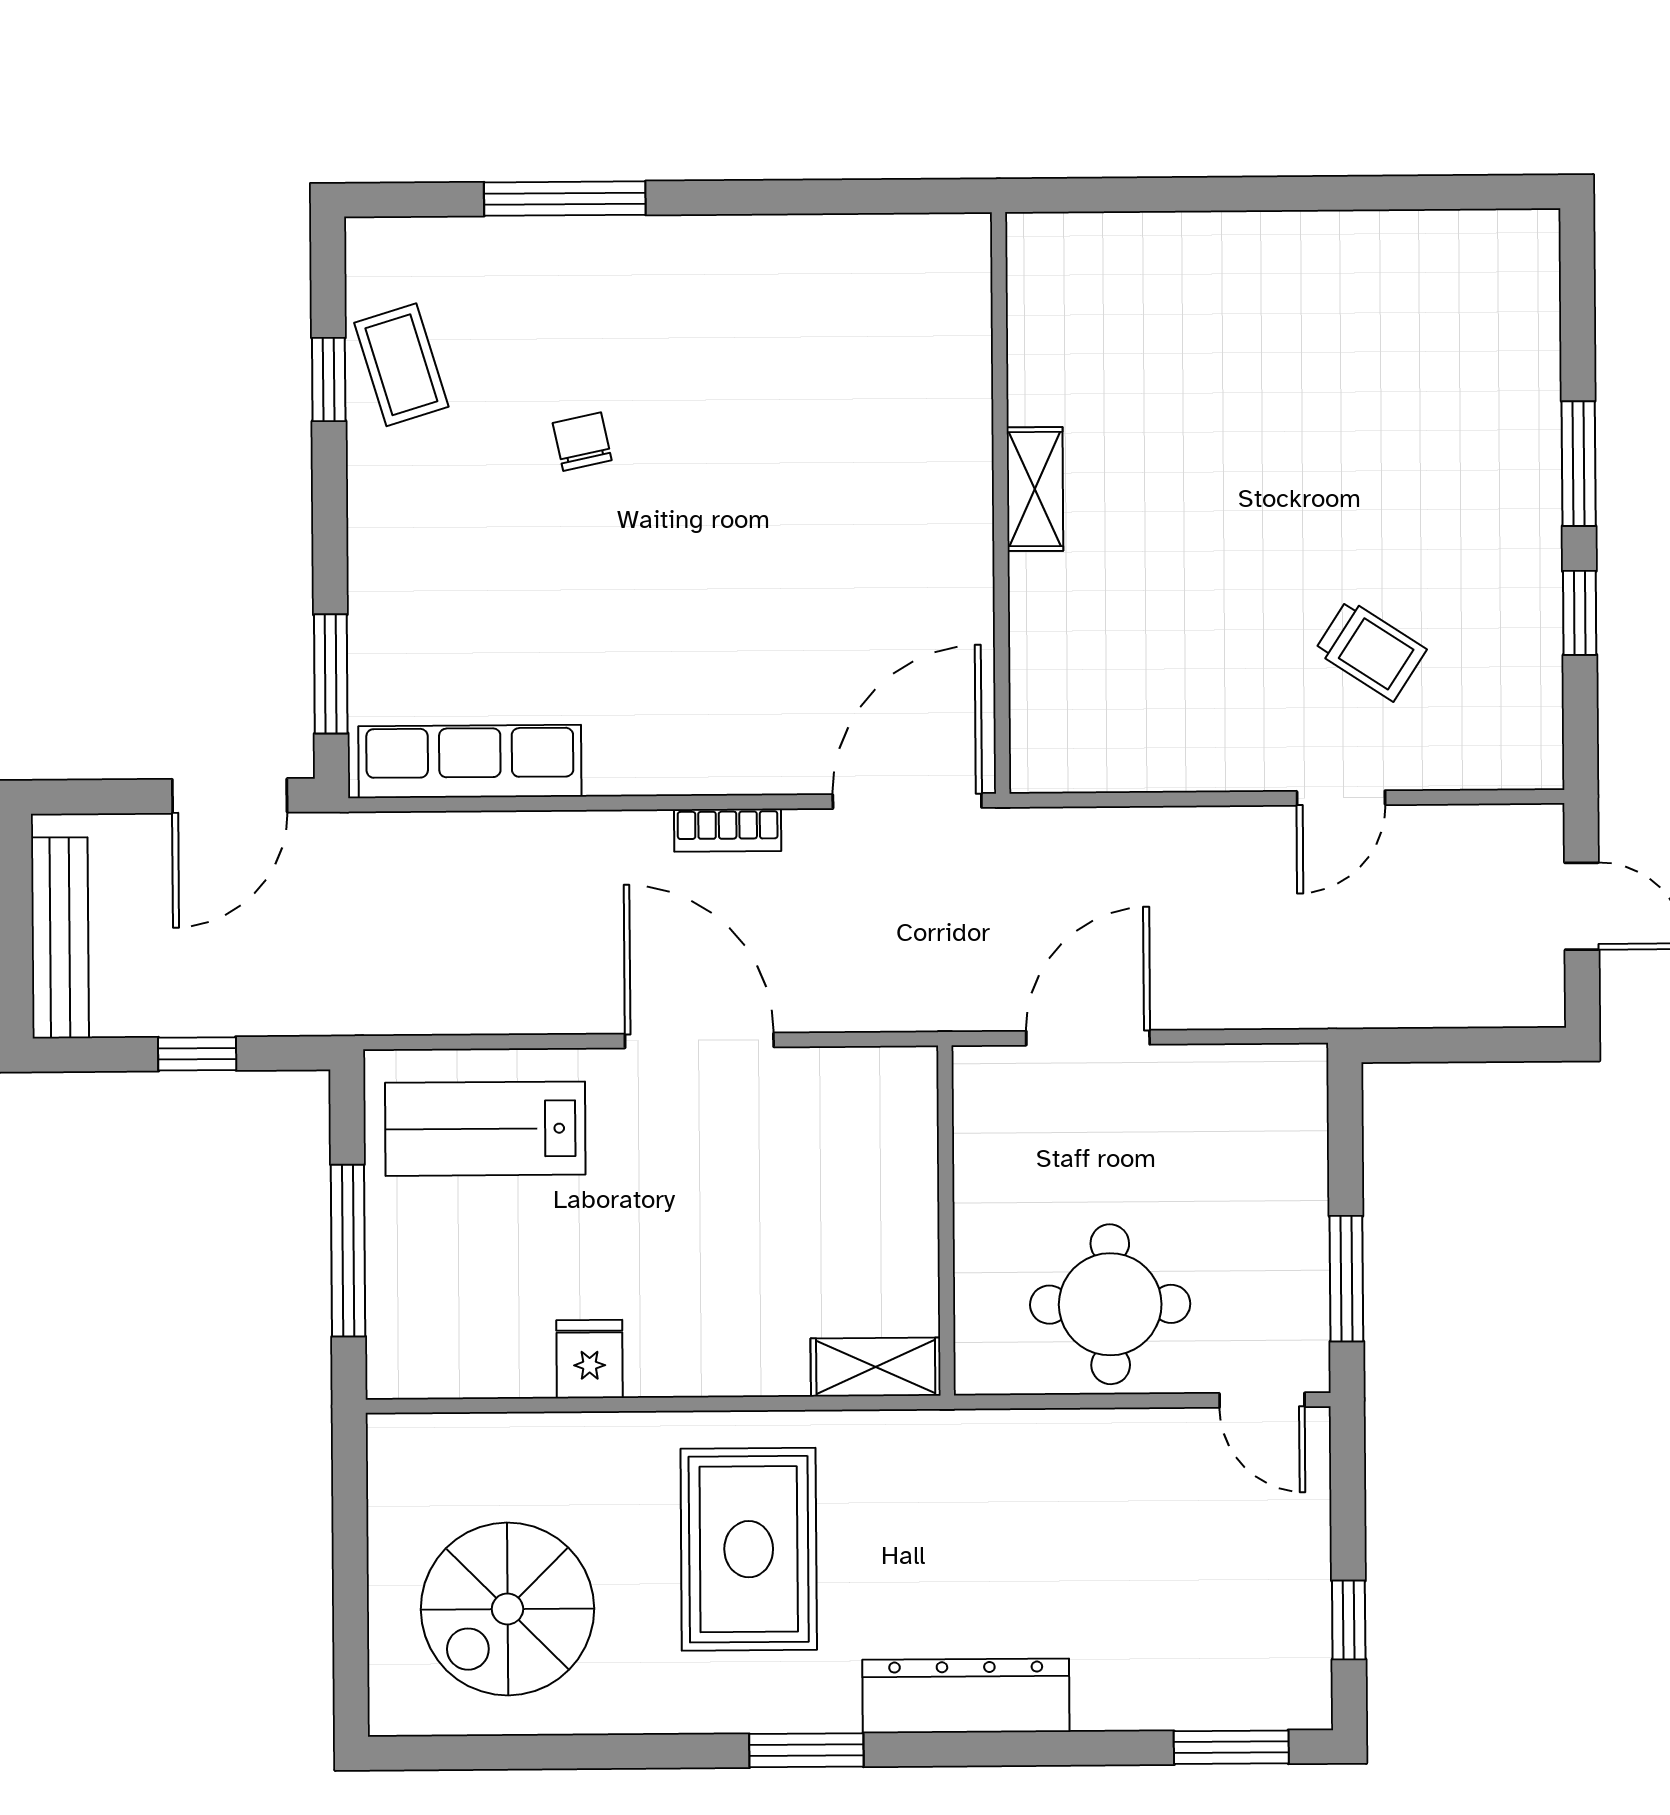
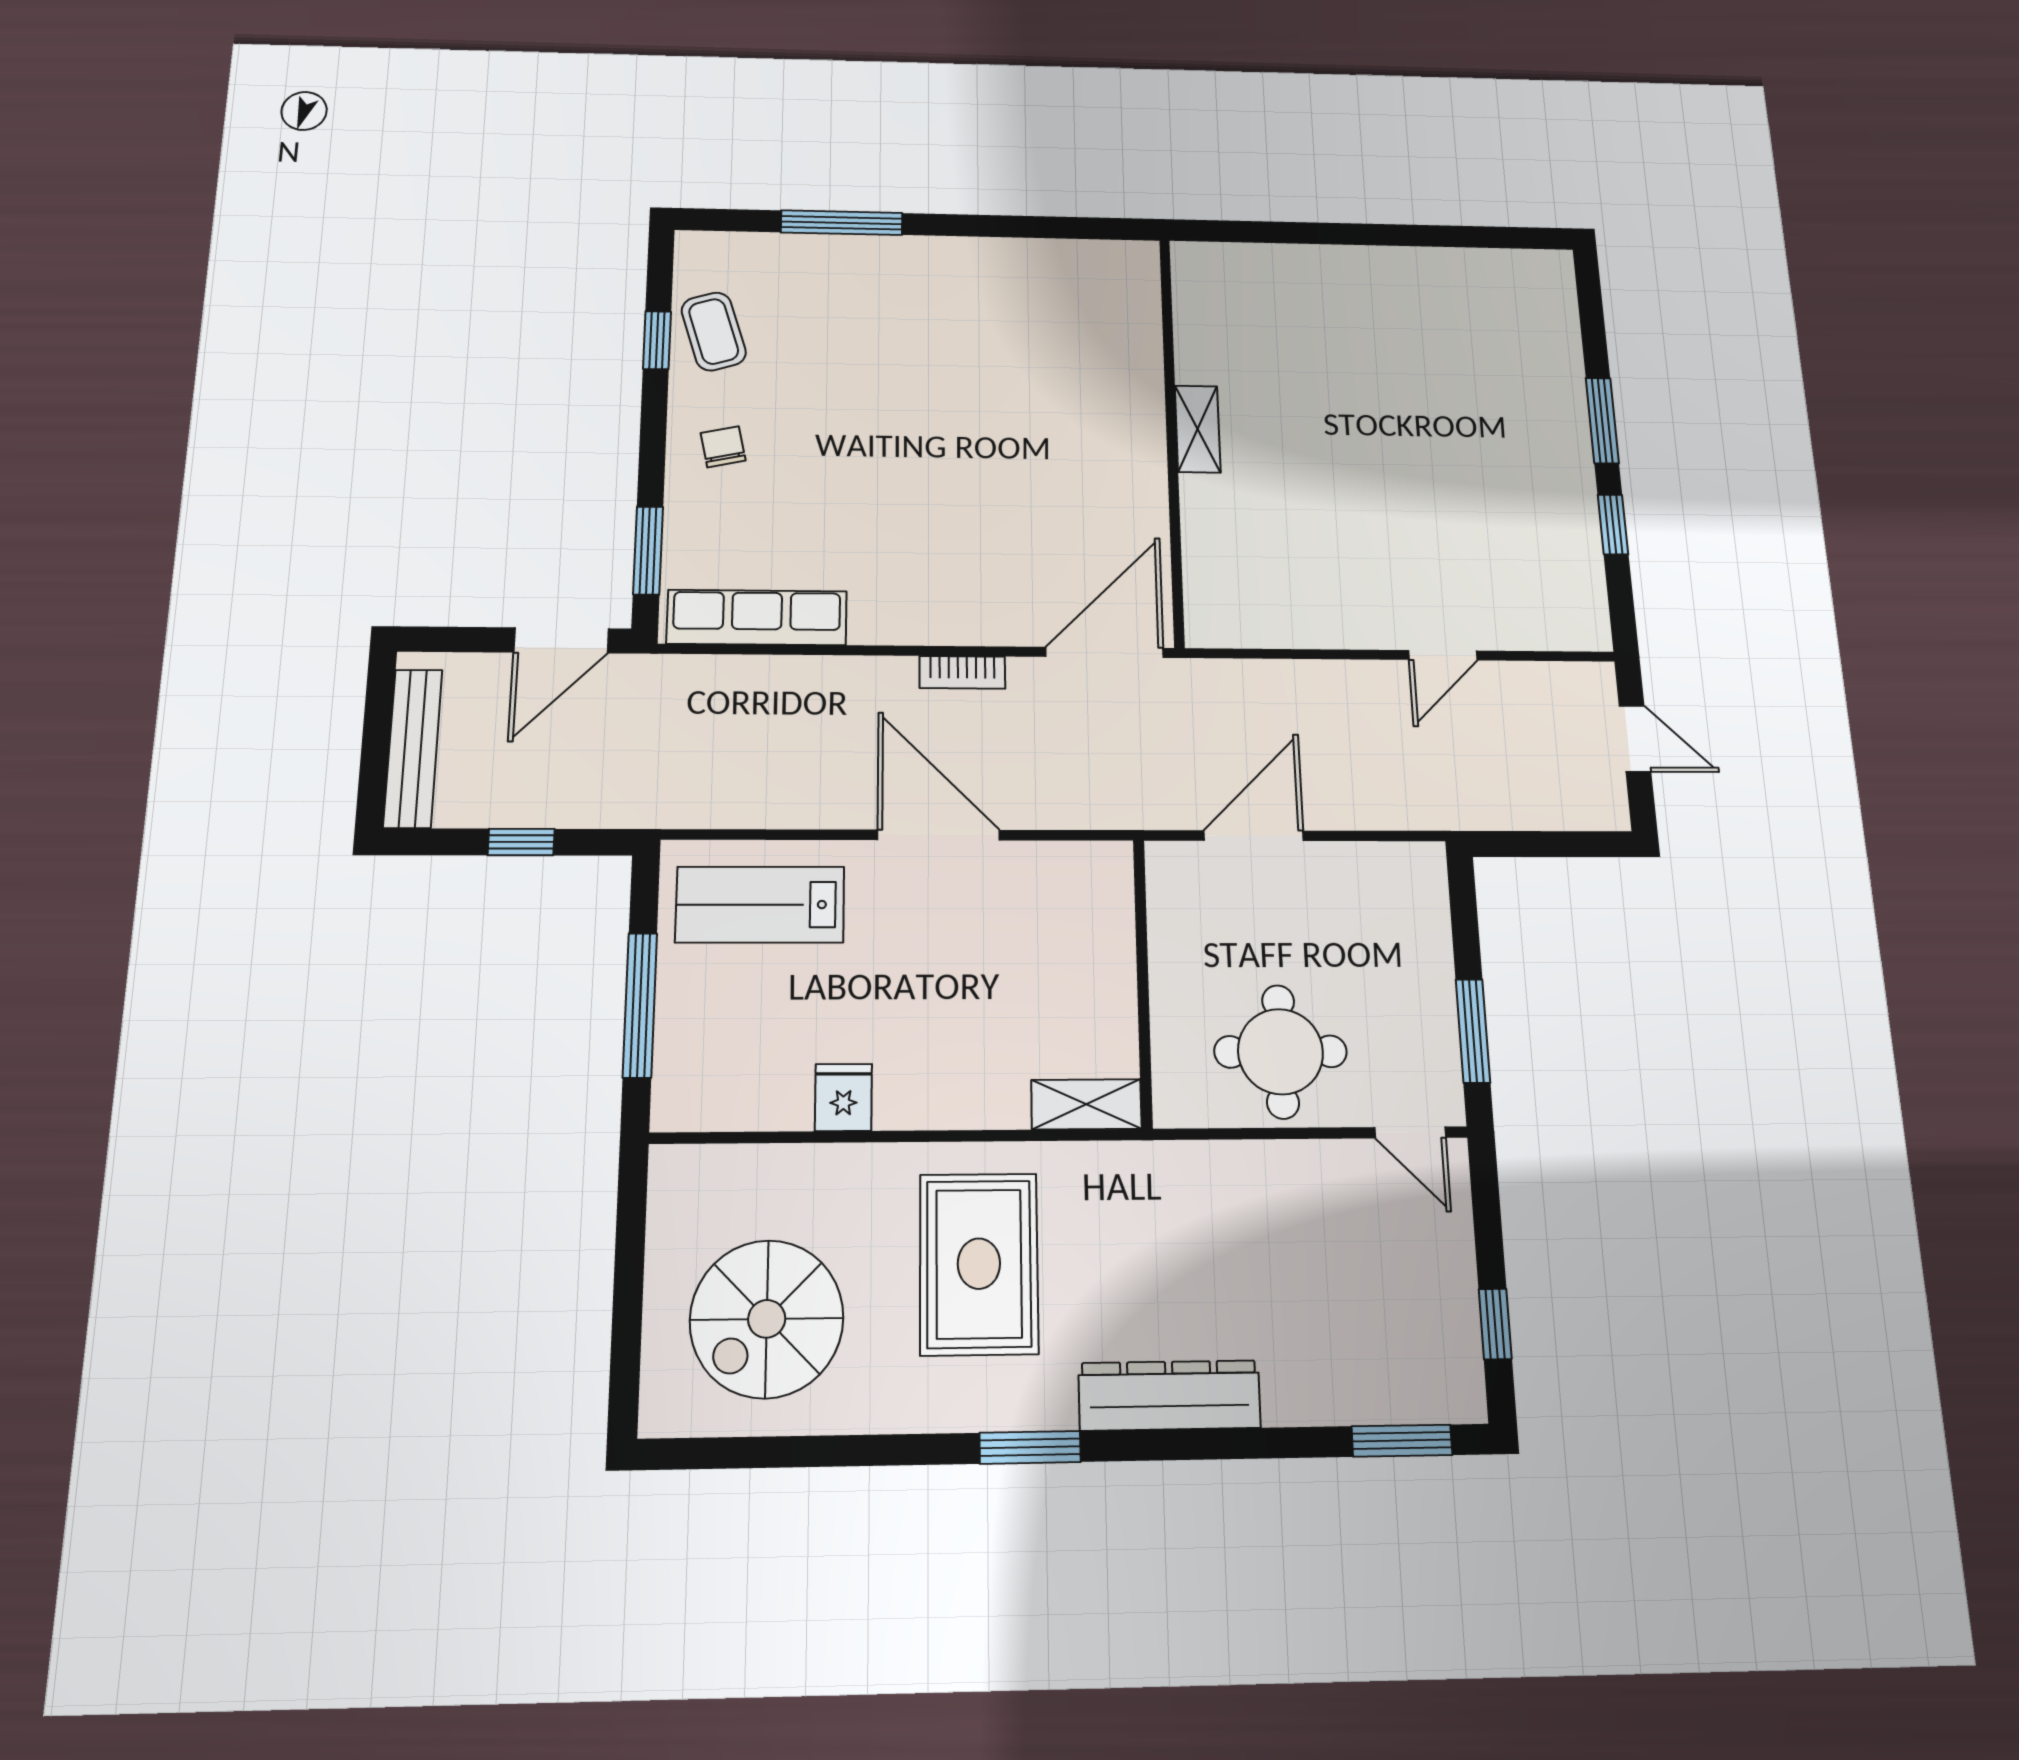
chair: (582, 442) -> (723, 447), moved
trolley: (1371, 650) -> (1458, 548), removed

